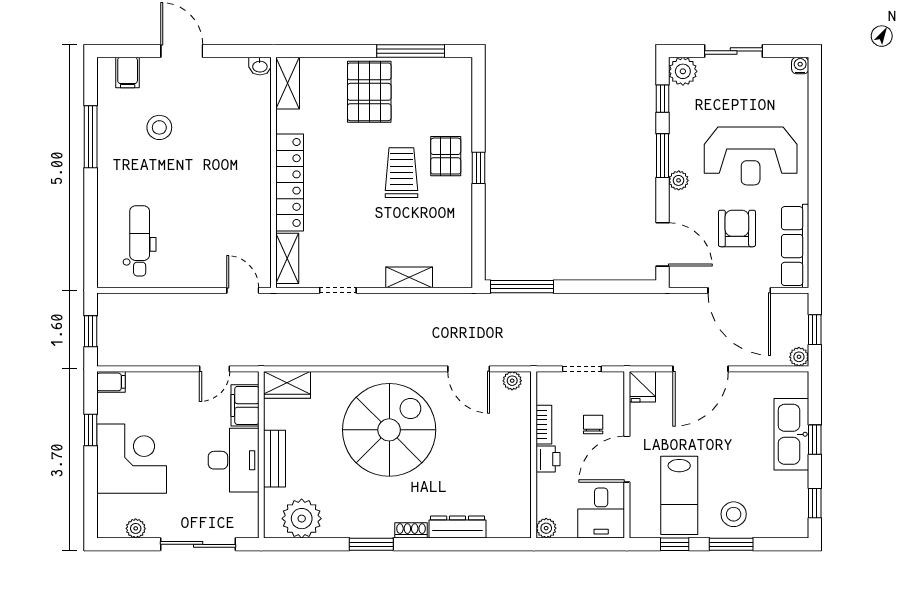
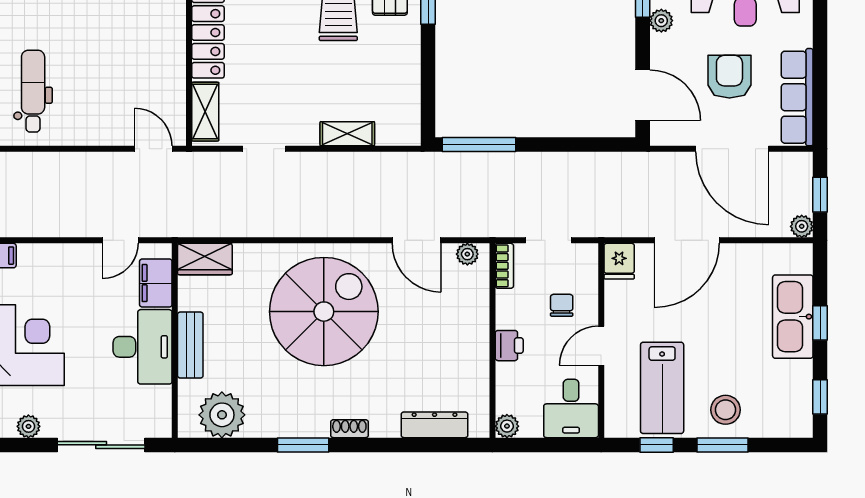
bookcase: (544, 425) -> (504, 266), moved
door: (627, 459) -> (601, 346), width x0.73
dresser: (458, 527) -> (435, 425), moved

